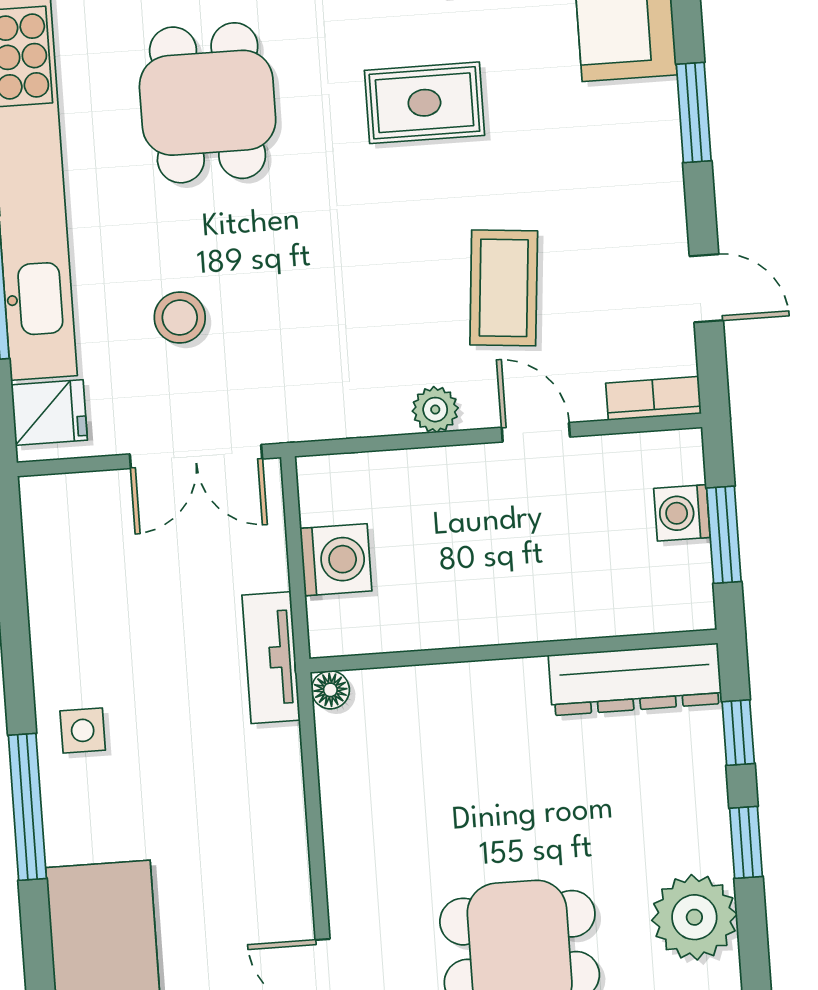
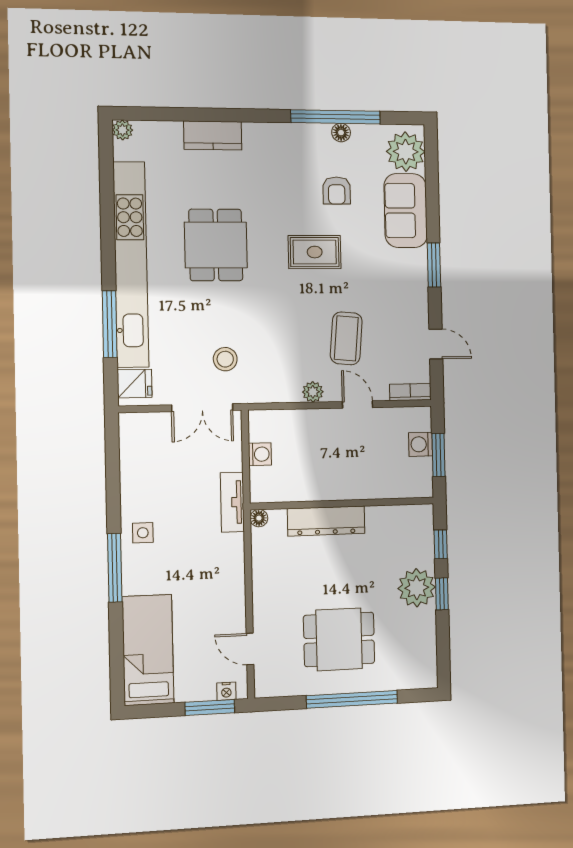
stool: (180, 318) -> (225, 359), moved
washing machine: (336, 560) -> (260, 454), width x0.73, depth x0.73
dresser: (635, 679) -> (326, 521), moved
plant: (694, 917) -> (417, 588), moved

